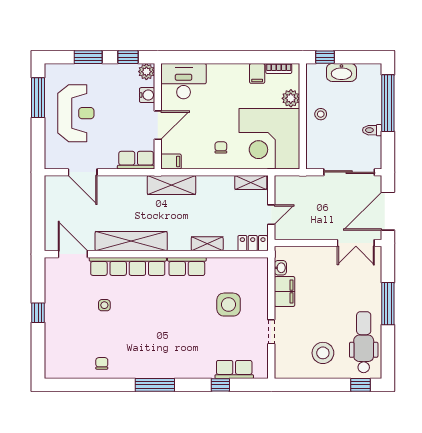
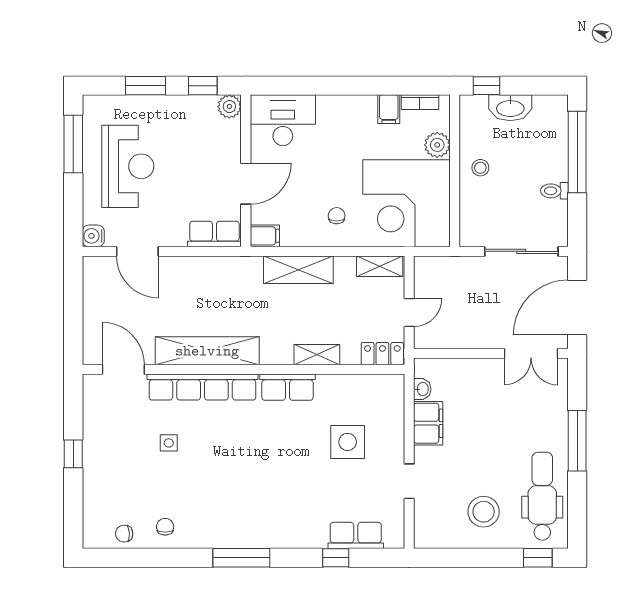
water cooler: (147, 95) -> (93, 236), moved, turned 180
shelving: (171, 185) -> (298, 270), moved
chair: (73, 368) -> (124, 534), added

